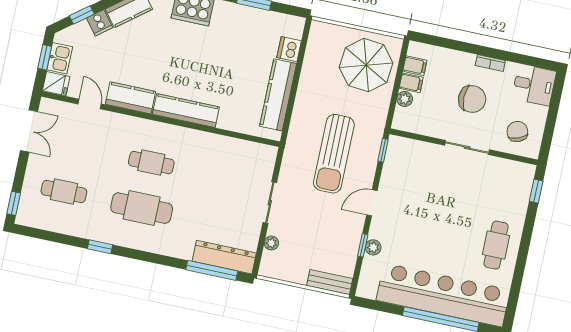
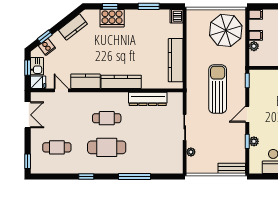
cooker: (100, 23) -> (47, 47), moved
dishwasher: (289, 49) -> (177, 16), moved
filing cabinet: (415, 66) -> (256, 14), moved
sun lounger: (334, 154) -> (218, 89), turned 180
dresser: (224, 257) -> (148, 99), moved, turned 180
window: (212, 270) -> (135, 177), moved

